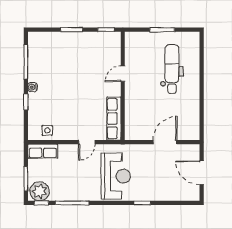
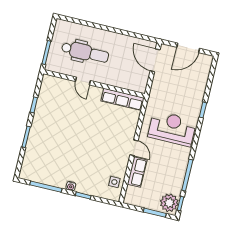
dental chair: (172, 69) -> (85, 52), turned 180
door: (123, 74) -> (83, 81), moved
wall: (123, 86) -> (94, 84), moved
row of seats: (114, 119) -> (123, 99), moved
door: (165, 142) -> (155, 60), moved
row of seats: (43, 151) -> (137, 172), moved

